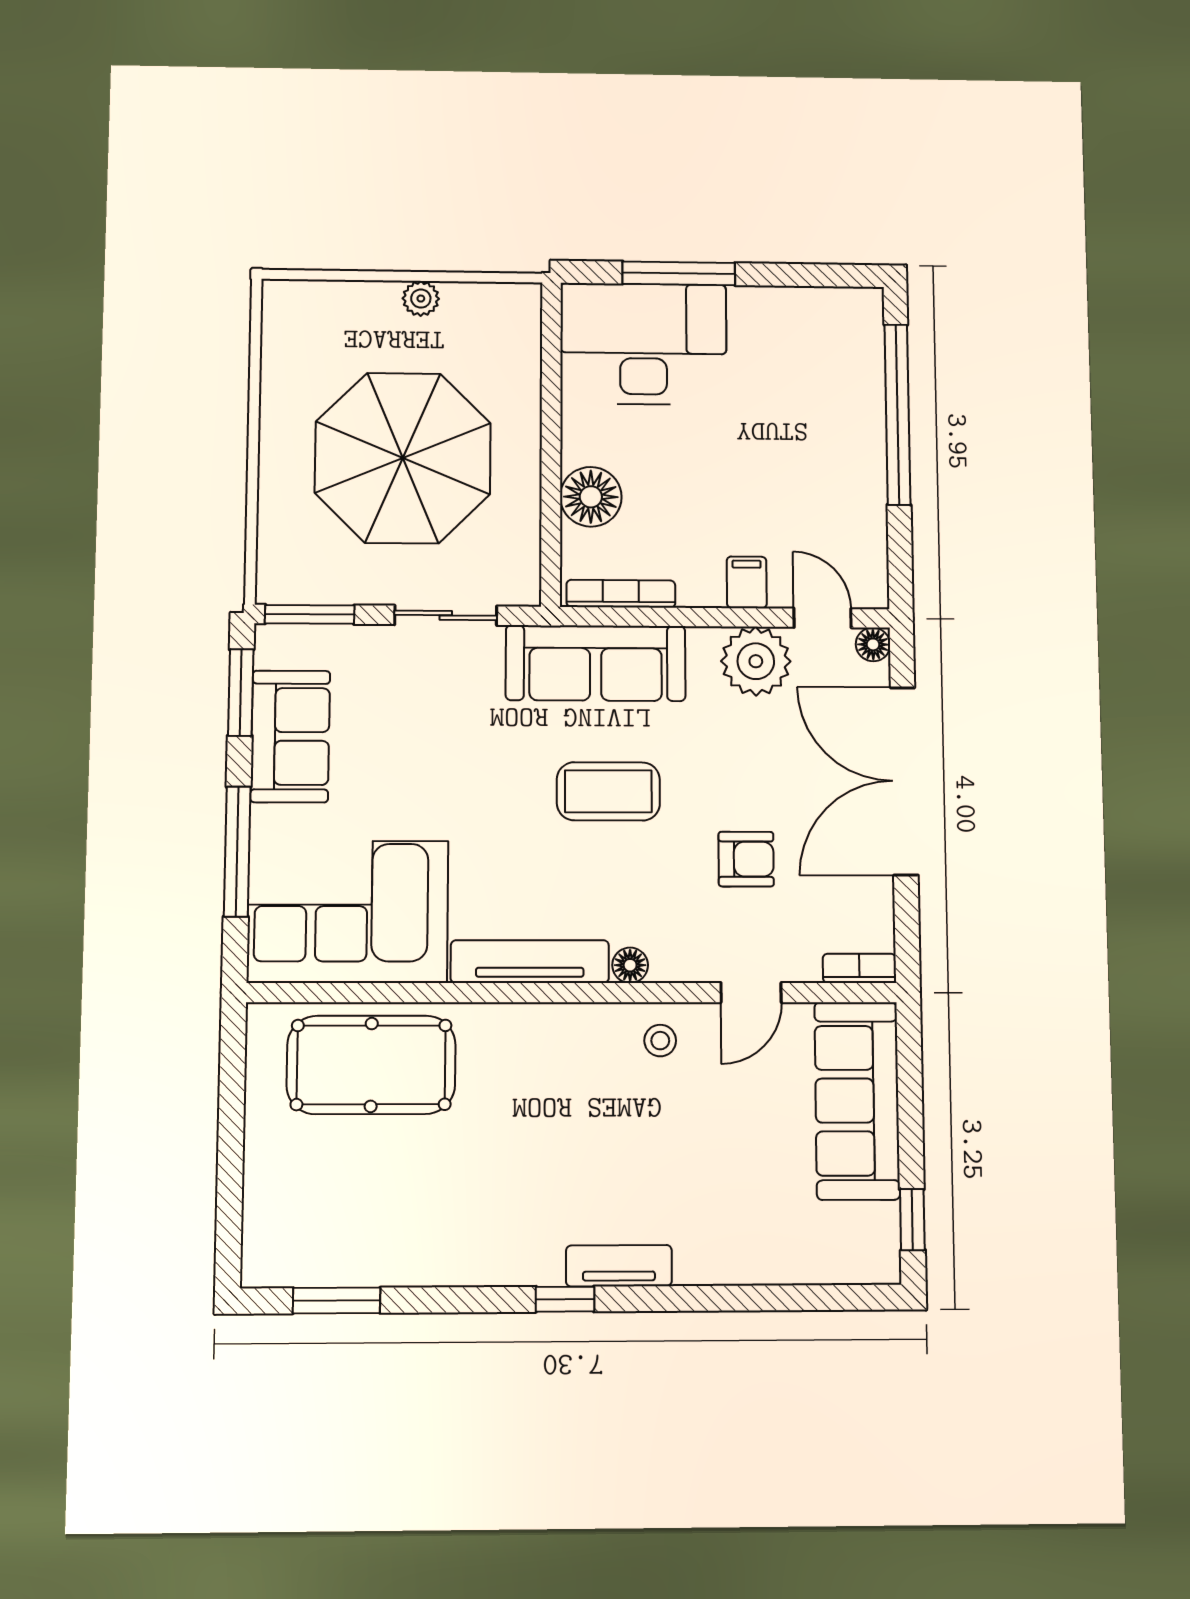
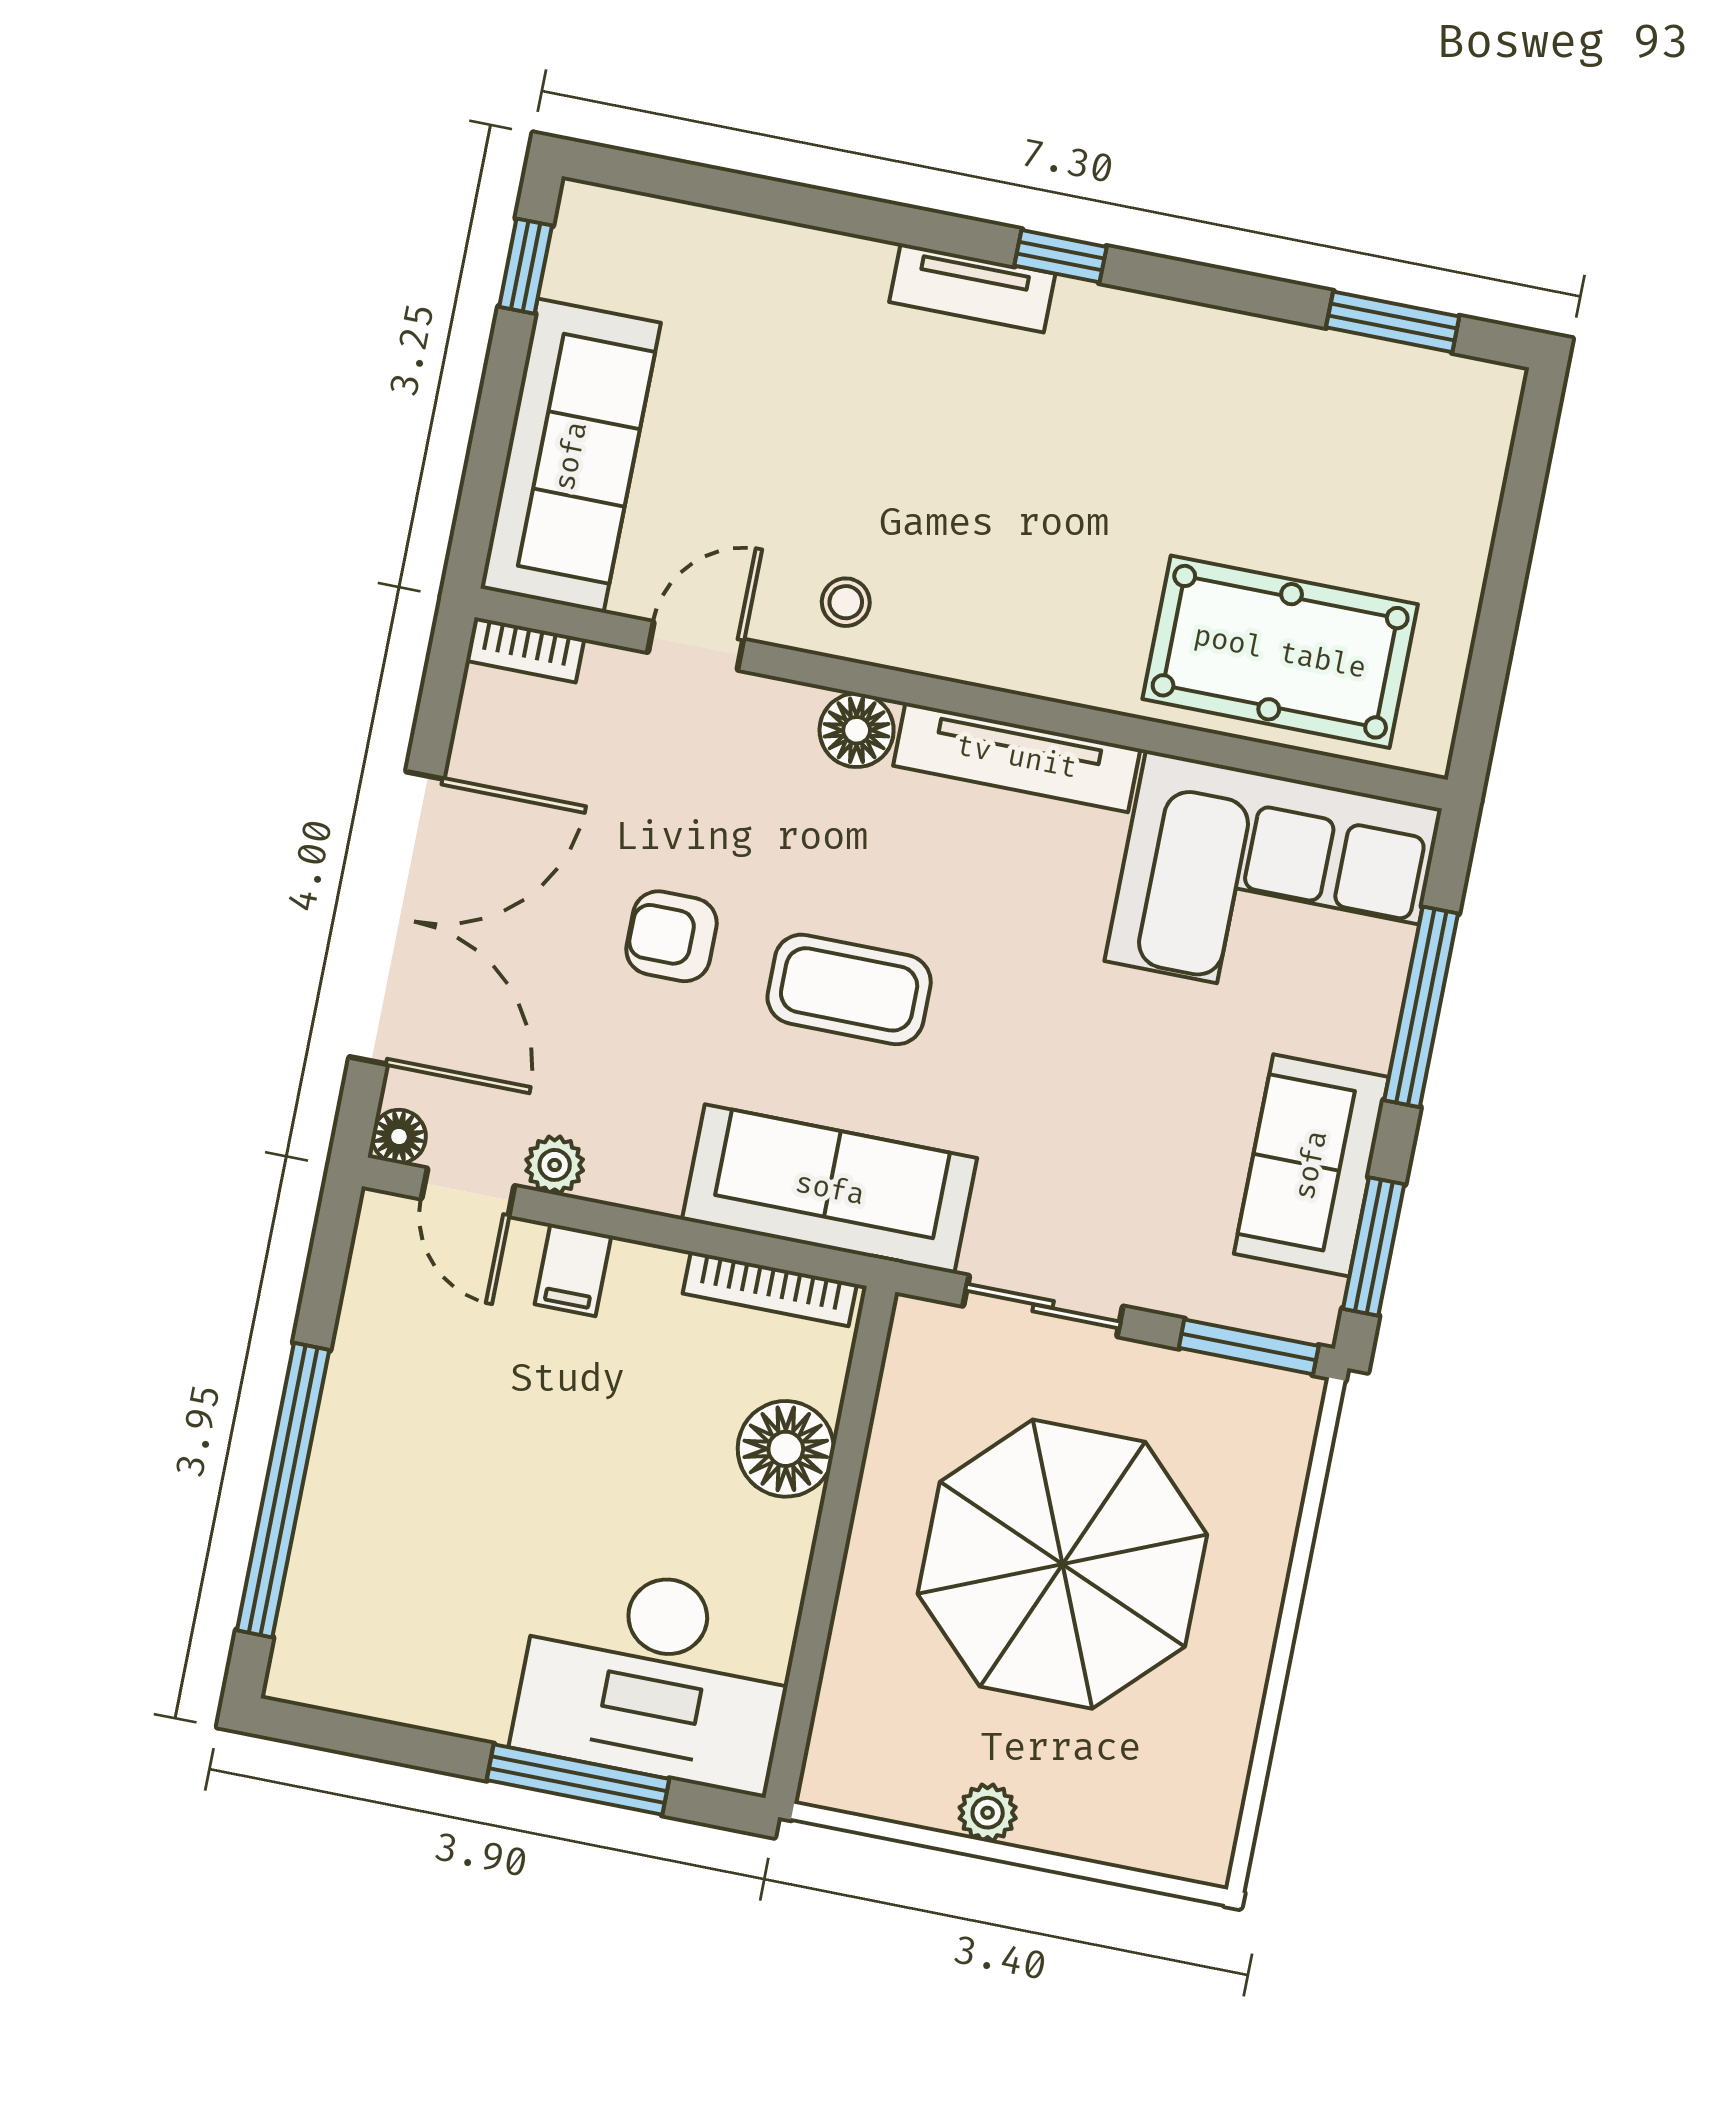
plant: (756, 661) -> (555, 1165), width x0.53, depth x0.53
armchair: (746, 859) -> (671, 936), moved
floor lamp: (630, 965) -> (857, 730), width x1.37, depth x1.37

